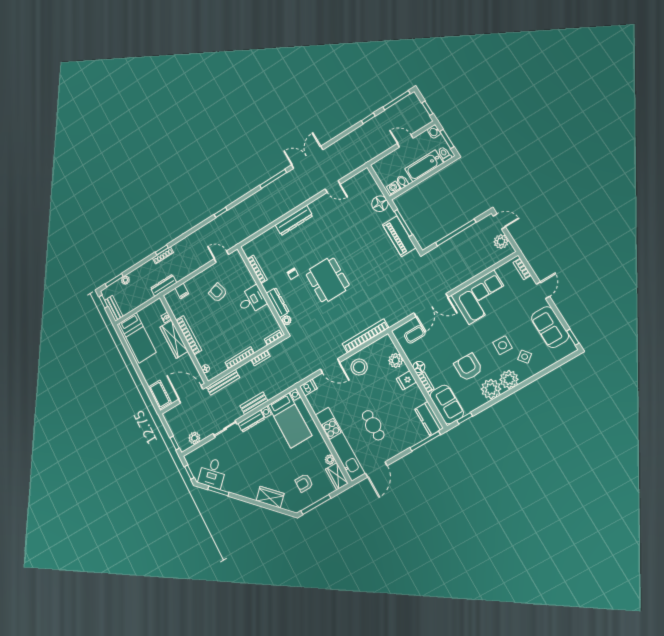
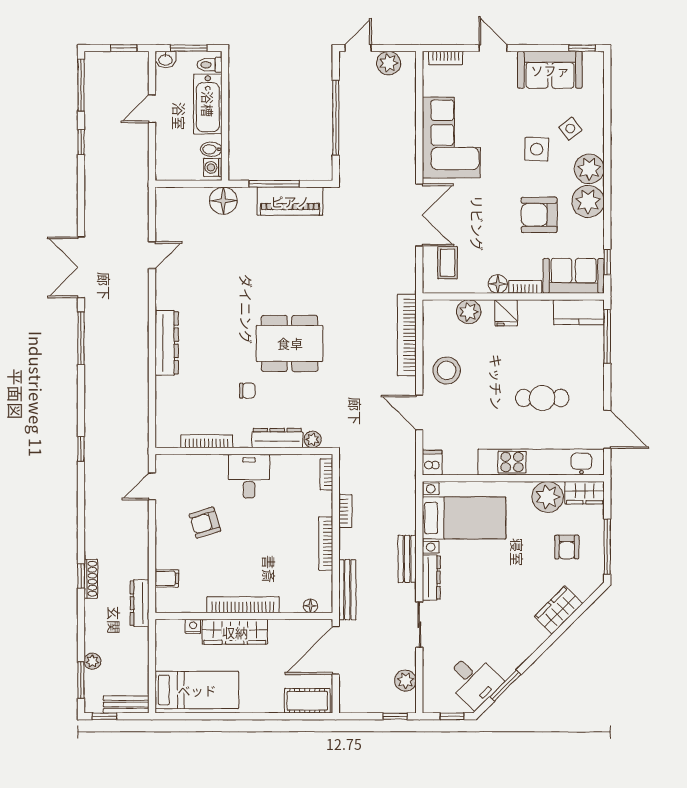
door: (330, 366) -> (419, 413), swing flipped
plant: (330, 460) -> (548, 497), width x1.87, depth x1.87

